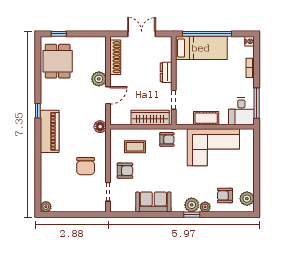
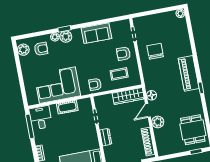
wardrobe: (150, 118) -> (128, 96), moved
floor lamp: (100, 127) -> (152, 95), moved

